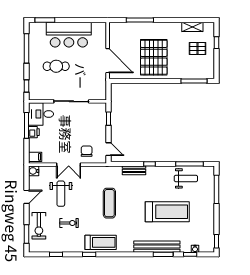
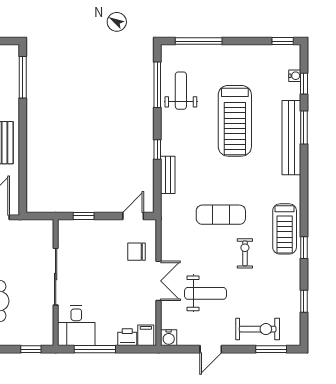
printer: (34, 132) -> (127, 337), moved
door: (27, 197) -> (211, 349), swing flipped
treadmill: (167, 212) -> (235, 121), turned 180
exercise bike: (69, 223) -> (245, 253), moved
treadmill: (101, 242) -> (285, 229), turned 180

